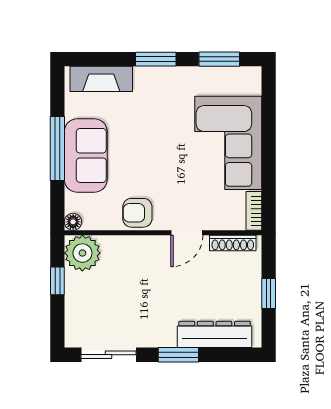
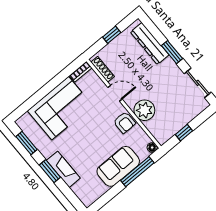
fireplace: (101, 79) -> (63, 169), moved
window: (57, 148) -> (137, 172), moved
plant: (82, 253) -> (144, 110), moved

